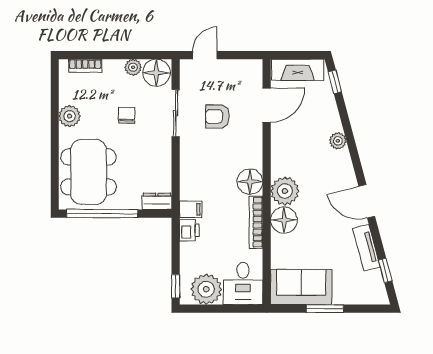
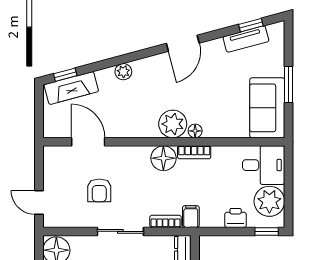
fireplace: (298, 70) -> (71, 88), moved, turned 75
sliding door: (176, 113) -> (120, 231), moved
bookcase: (186, 184) -> (165, 221), added
floor lamp: (284, 220) -> (195, 131), width x0.53, depth x0.53
bookcase: (256, 222) -> (194, 152), width x0.64
printer: (189, 230) -> (236, 218), moved
tv unit: (366, 248) -> (246, 39), moved

